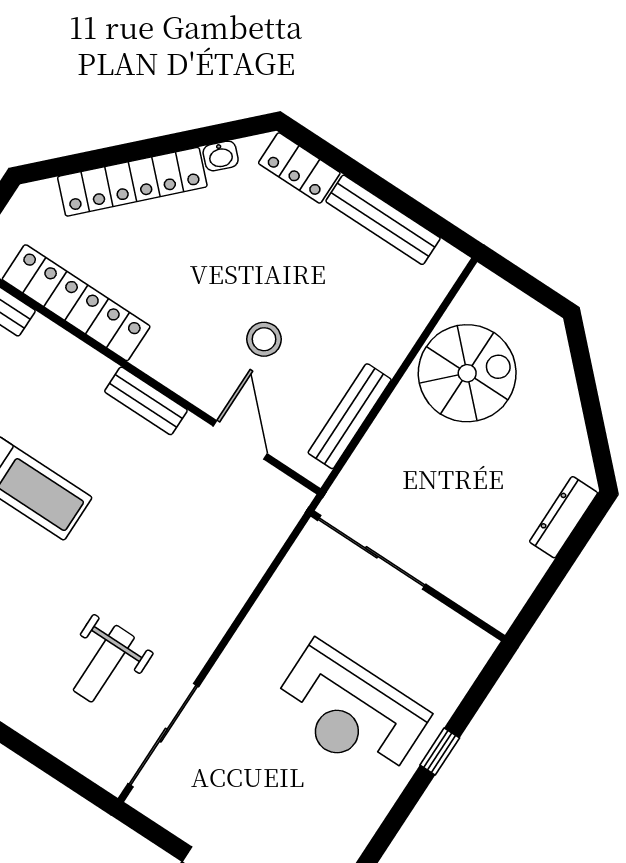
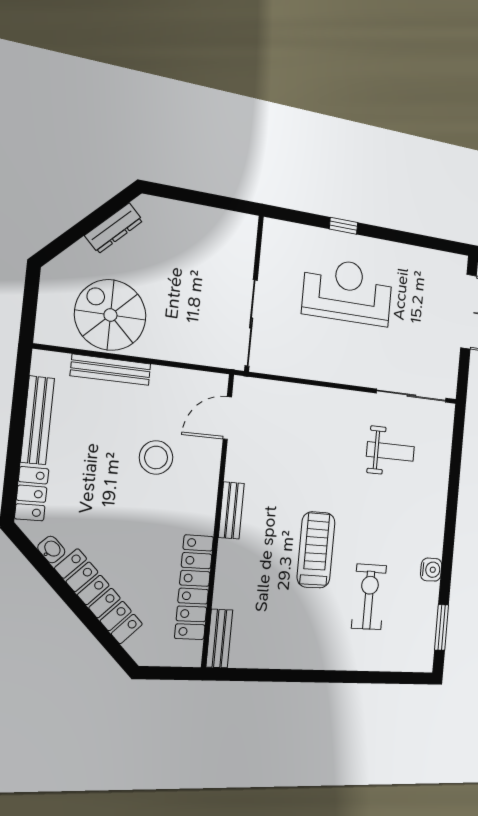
stool: (264, 339) -> (156, 457), width x1.38, depth x1.38
bench: (350, 416) -> (111, 370), moved
door: (240, 440) -> (227, 418), moved
dresser: (564, 517) -> (114, 228), moved, turned -45
reception desk: (350, 712) -> (348, 291), turned -90

